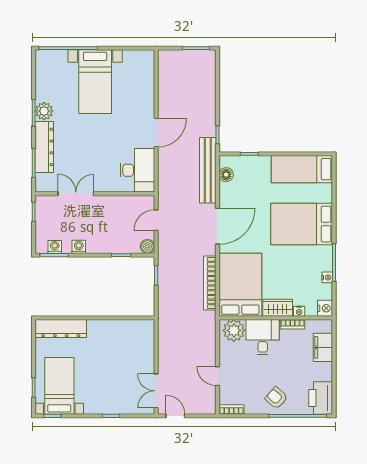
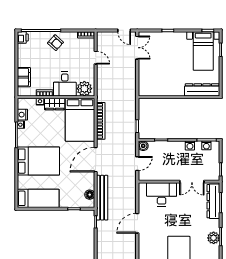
dresser: (44, 147) -> (213, 201), moved
desk: (137, 170) -> (162, 194), moved, turned 90
nightstand: (325, 308) -> (22, 115), moved
printer: (321, 398) -> (23, 37), width x0.53, depth x0.68

